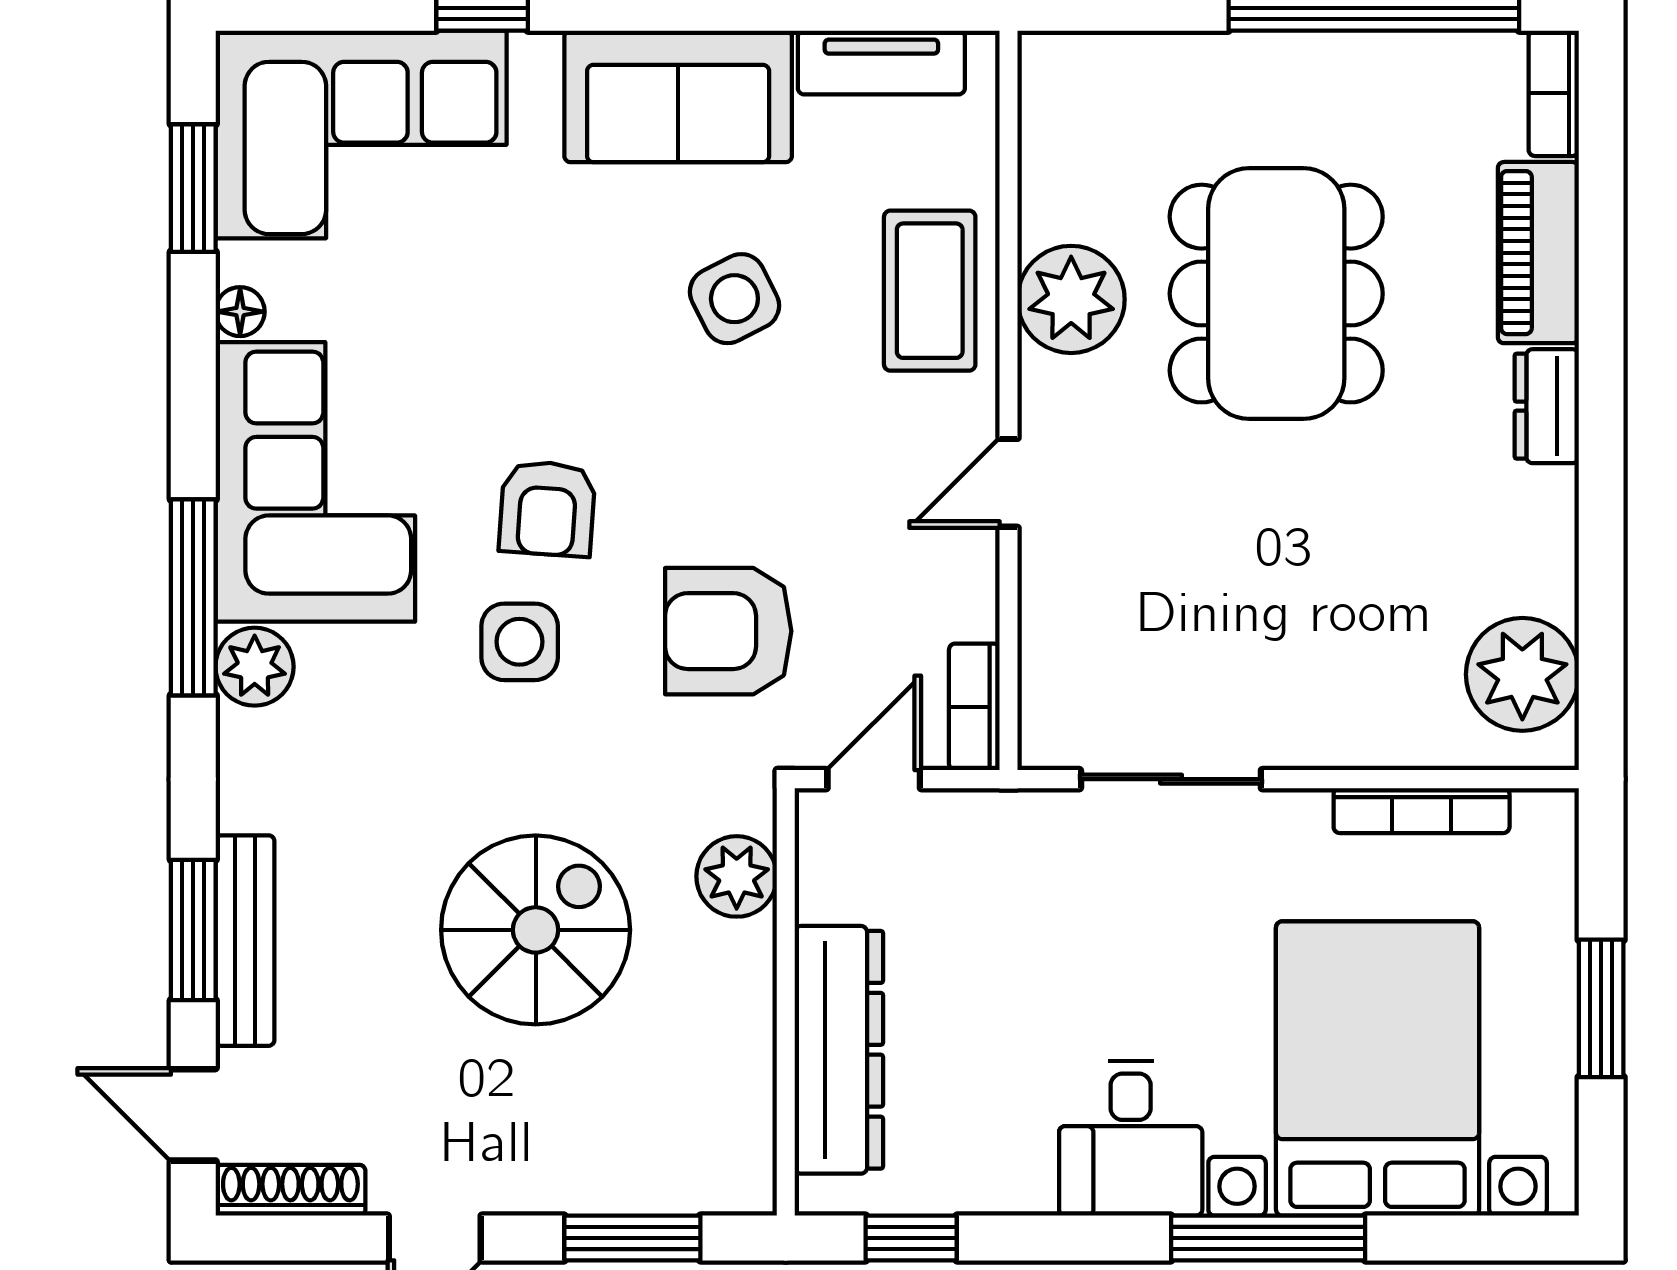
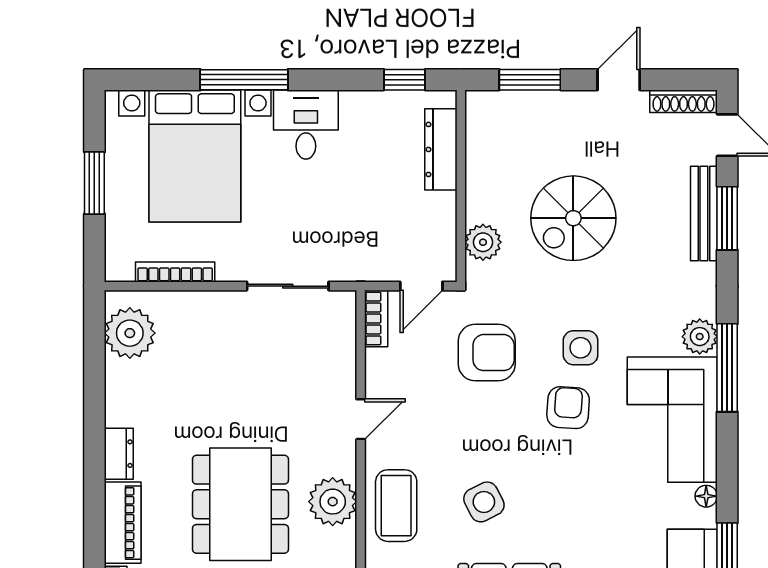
dresser: (839, 1050) -> (441, 149), width x0.73, depth x0.80

